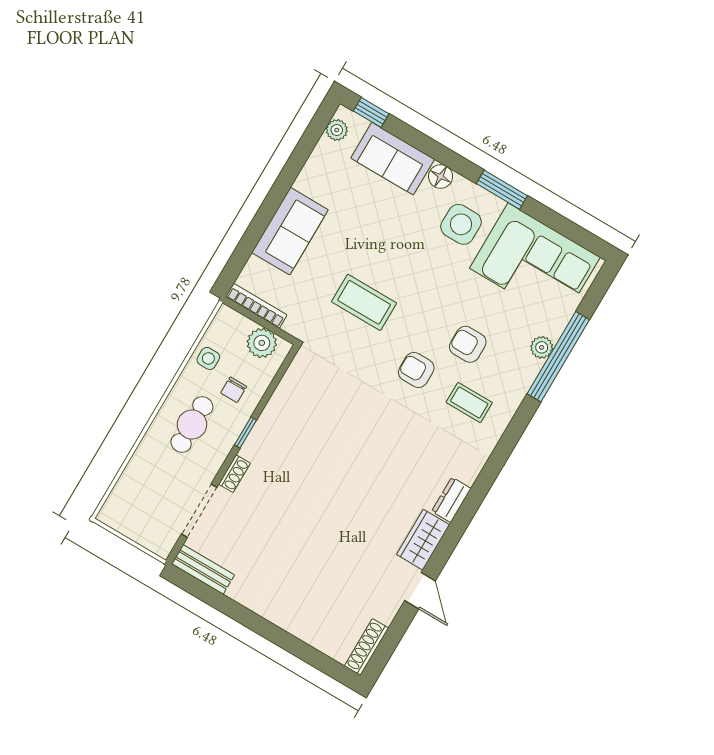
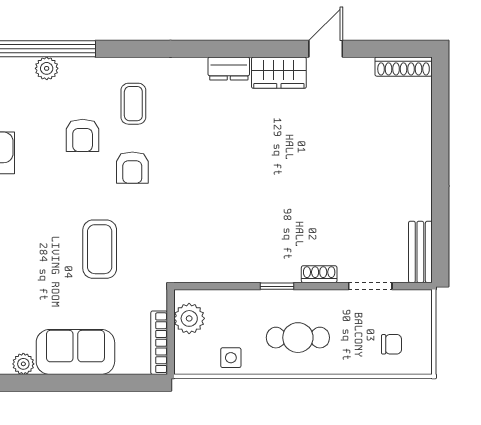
plant: (306, 182) -> (23, 364), added
chair: (234, 390) -> (392, 344), moved
doorway: (199, 511) -> (370, 286), width x0.73

